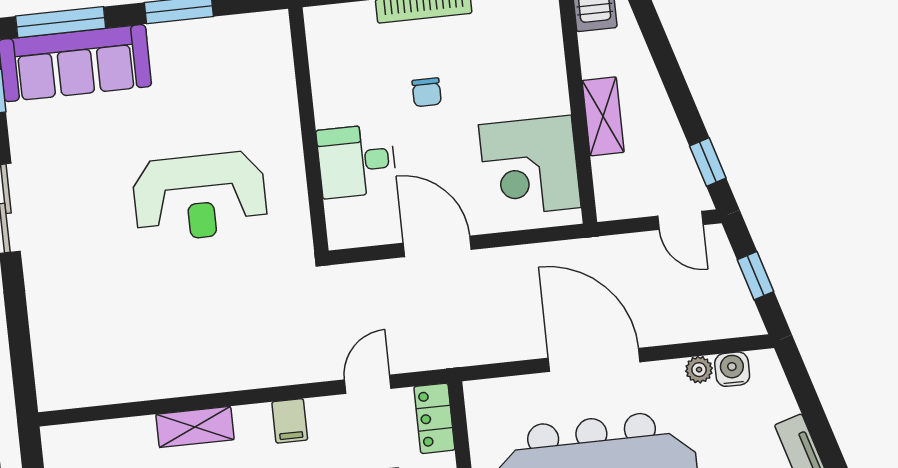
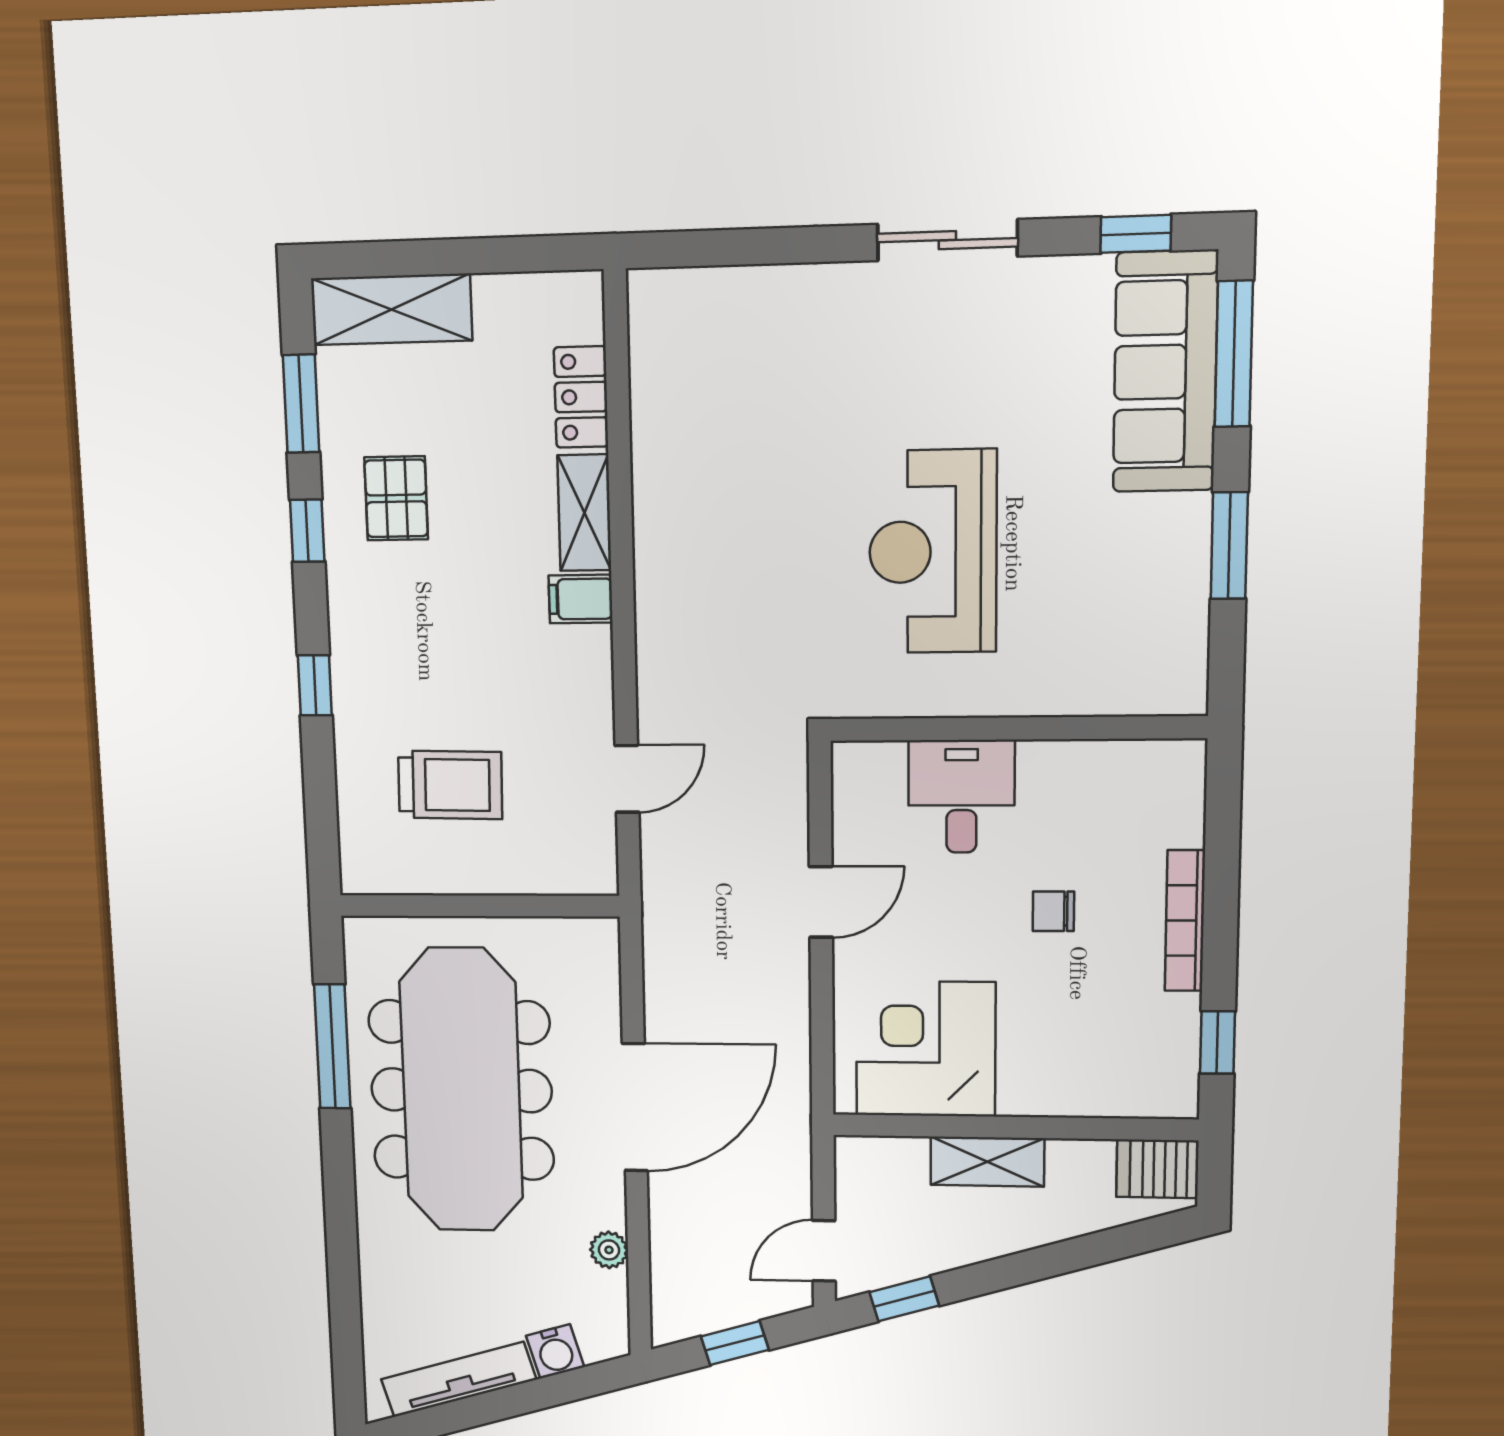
door: (437, 246) -> (821, 902), width x0.73
water cooler: (732, 369) -> (555, 1351), moved, turned 73
door: (368, 384) -> (627, 779), hinge flipped
locker: (434, 418) -> (581, 397), moved, turned -90
filing cabinet: (290, 421) -> (581, 599), moved

